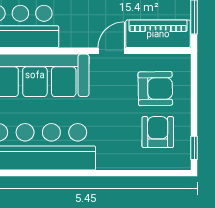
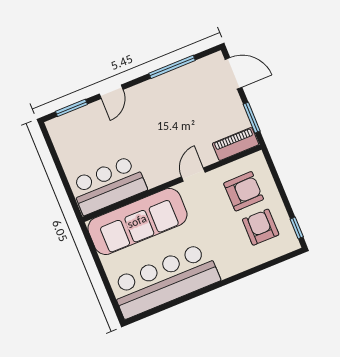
piano: (158, 34) -> (235, 144), width x0.73, depth x0.75

